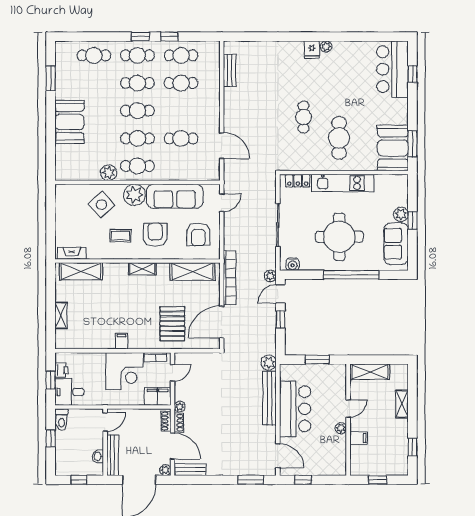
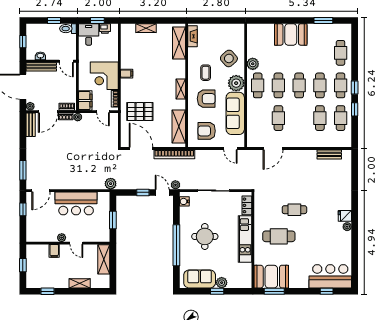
round table: (339, 237) -> (205, 236), width x0.73, depth x0.73
bench: (270, 398) -> (84, 184), removed

